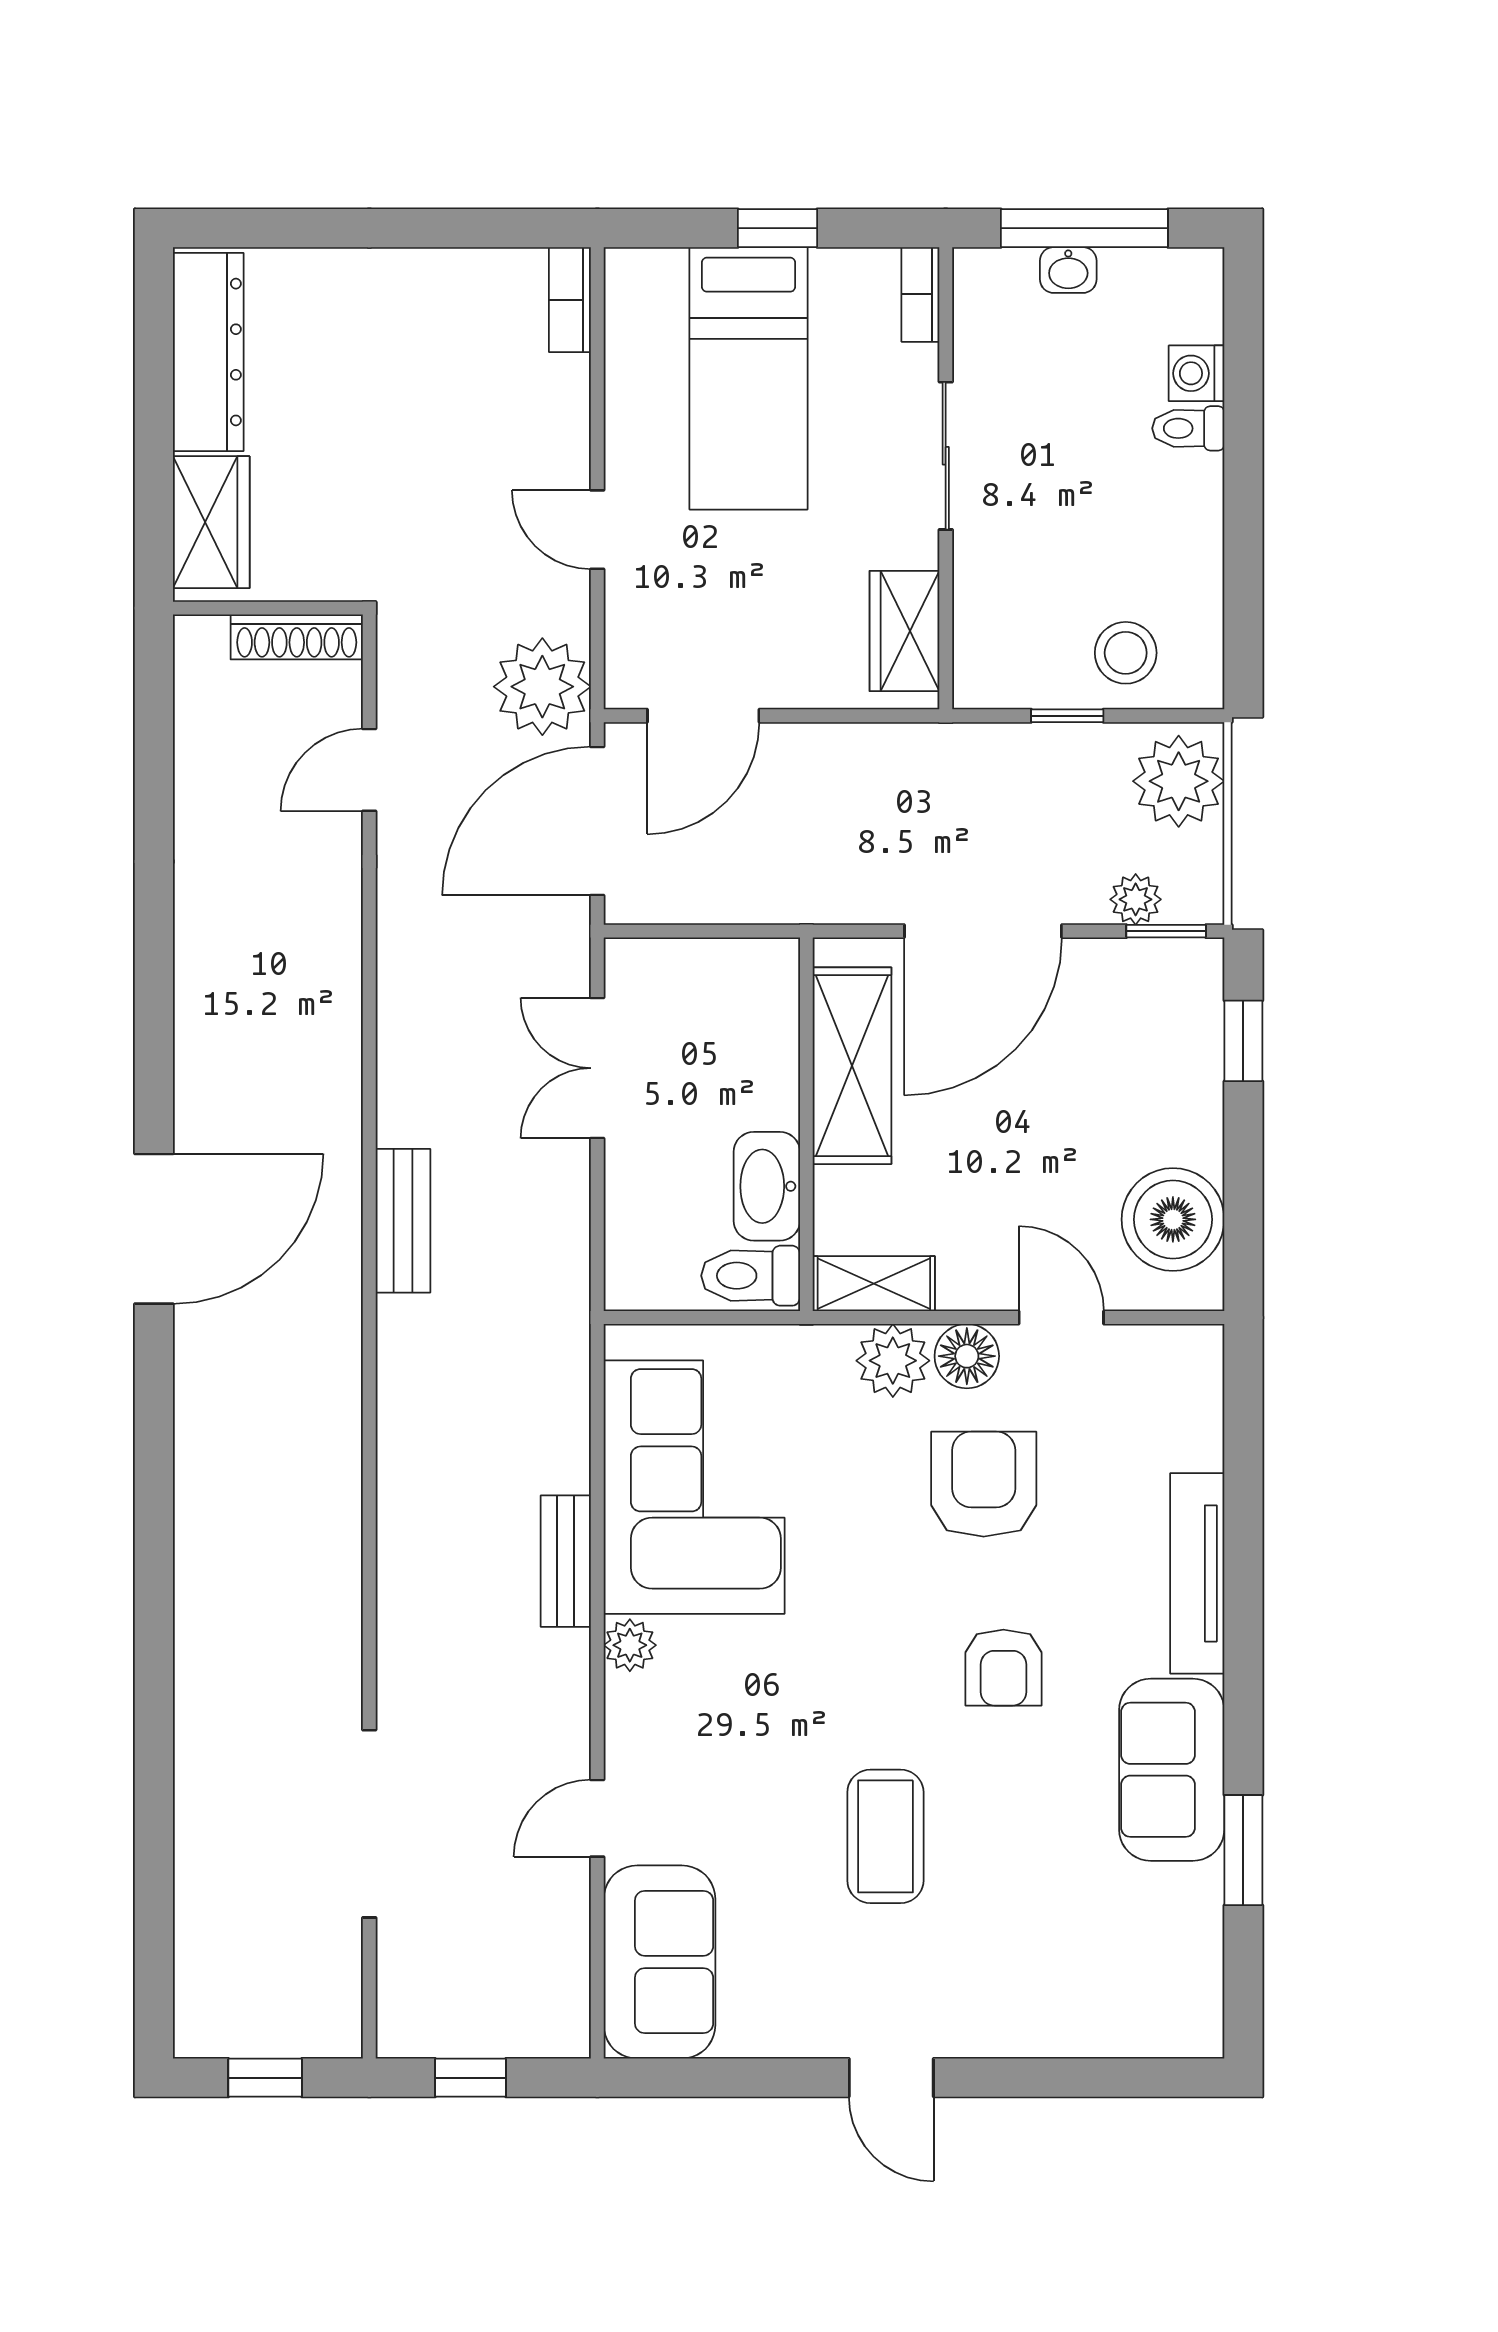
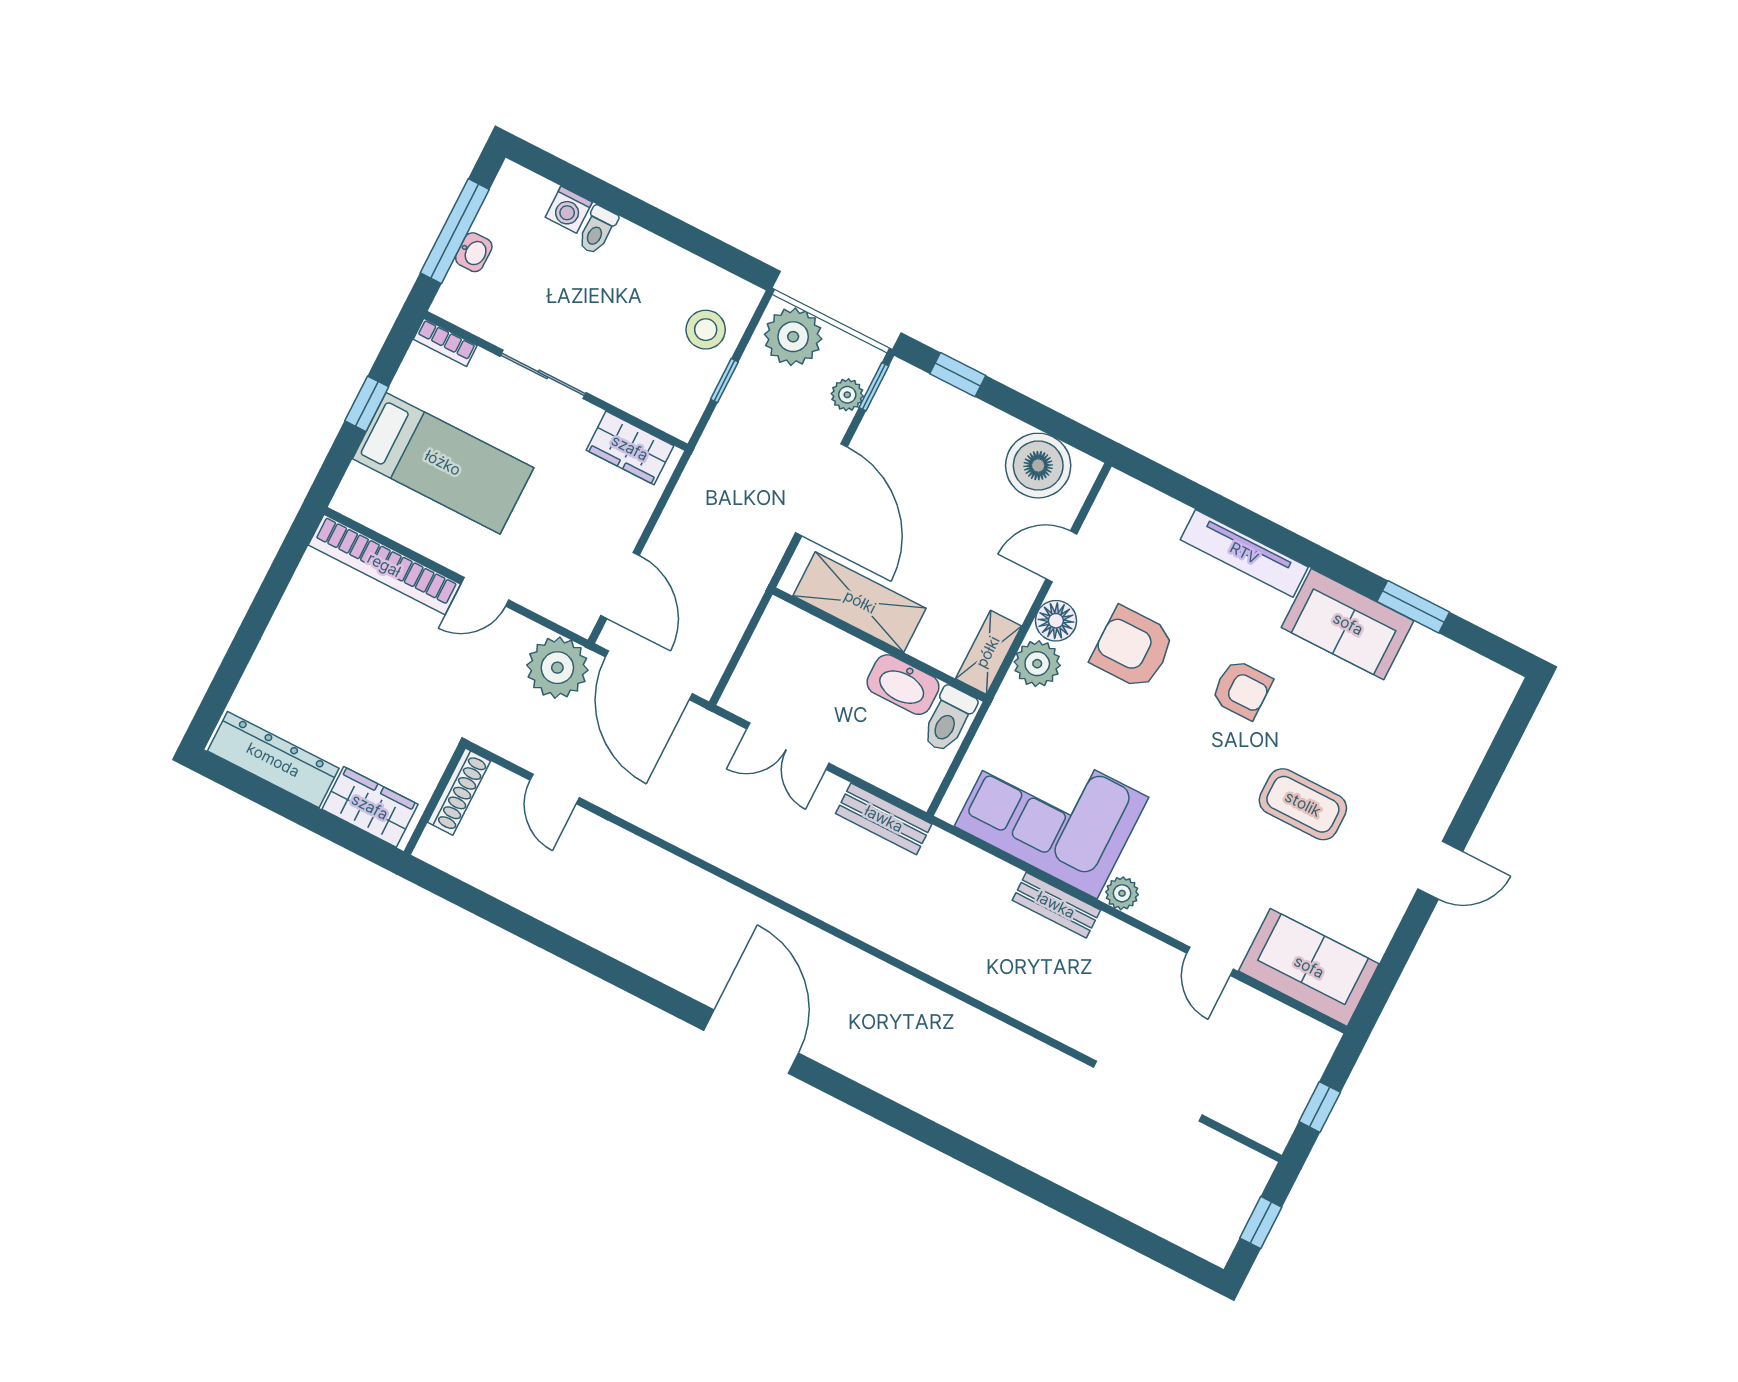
bookcase: (570, 300) -> (384, 565), width x2.31, depth x1.31
bench: (403, 1221) -> (884, 819), moved

